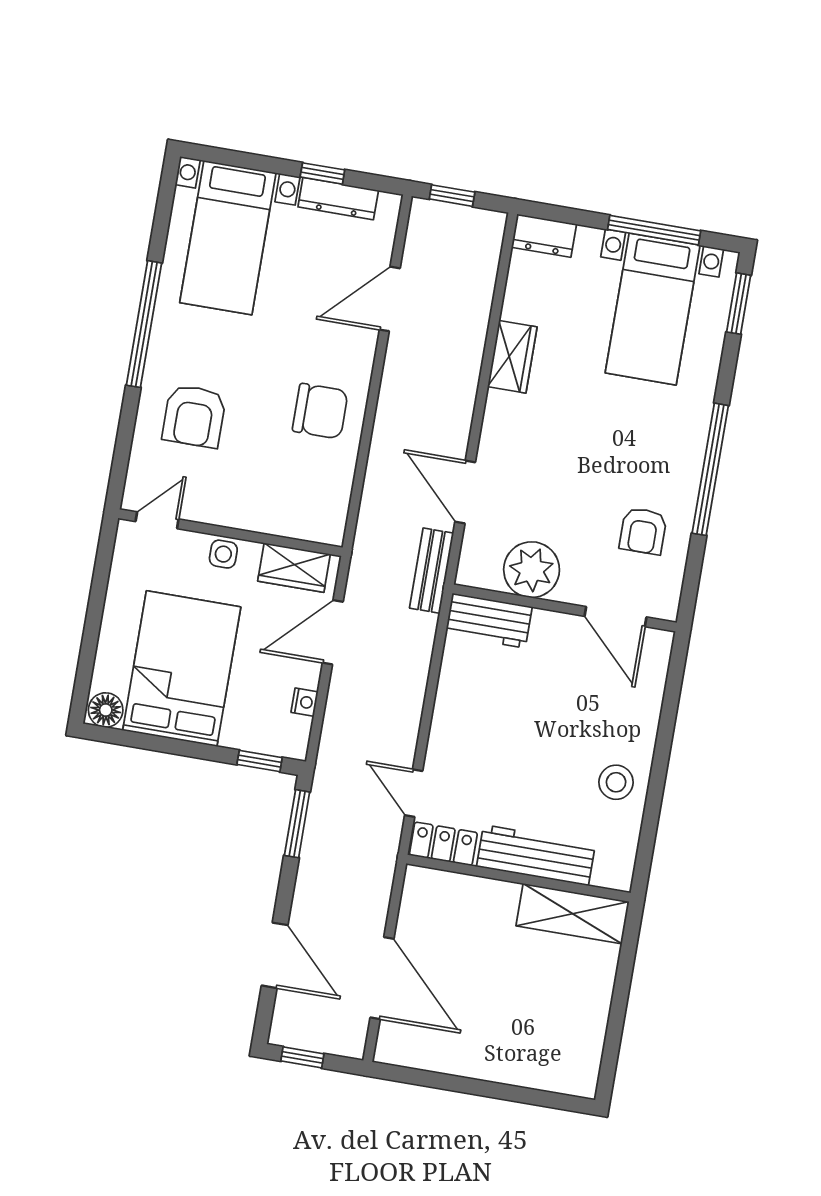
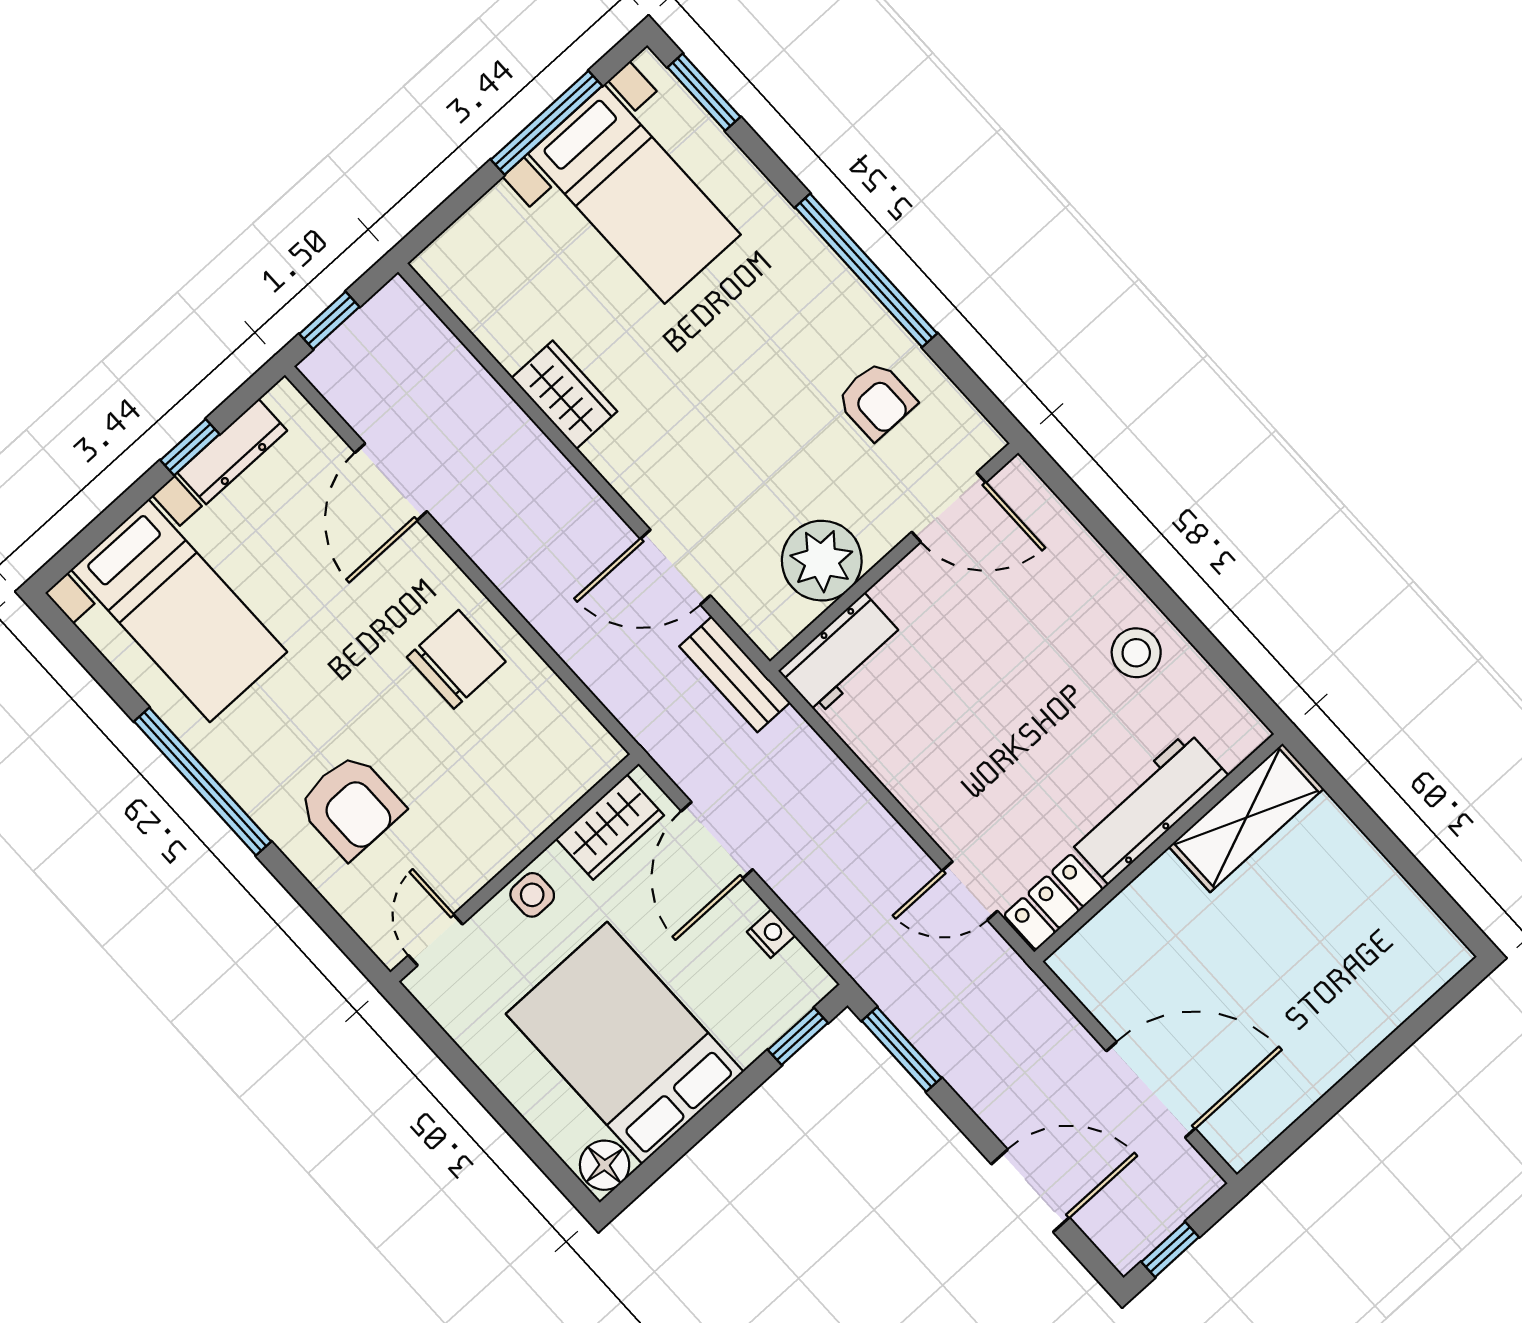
dresser: (544, 236) -> (456, 252), removed

